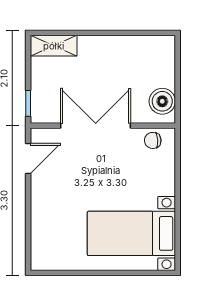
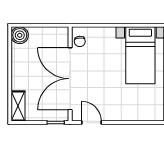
boiler: (162, 101) -> (20, 35), moved
double door: (96, 126) -> (70, 79), width x1.36

